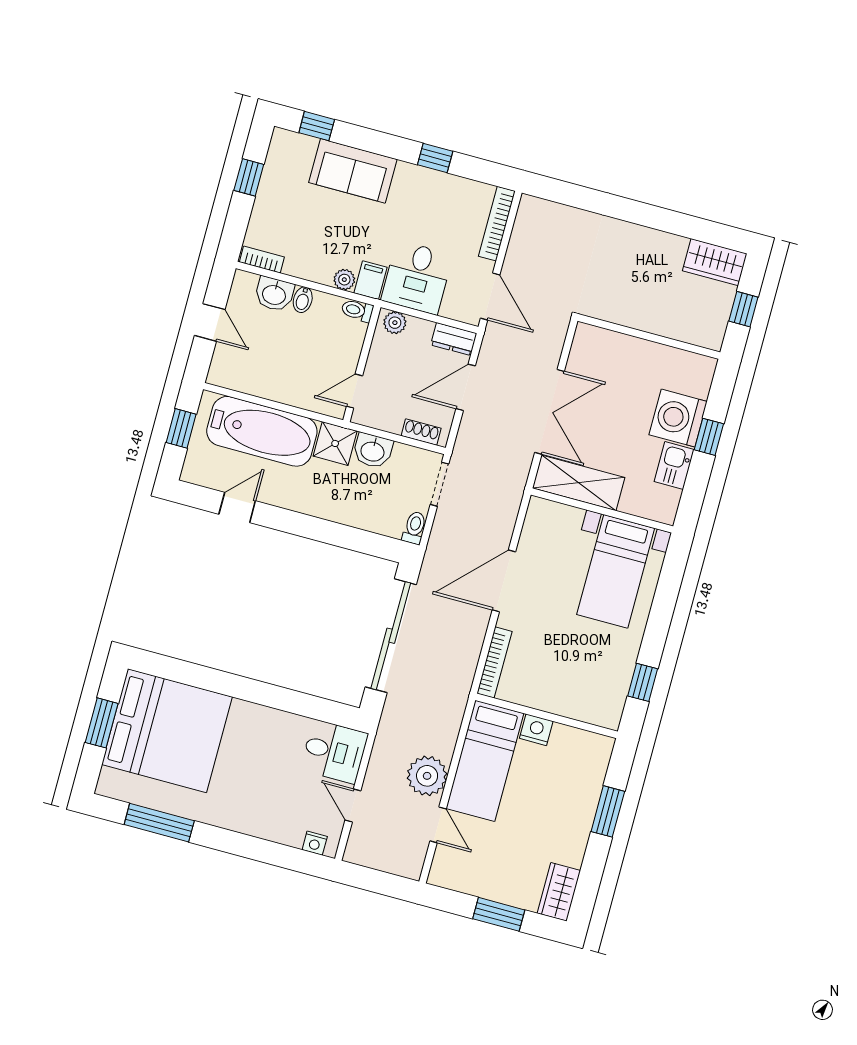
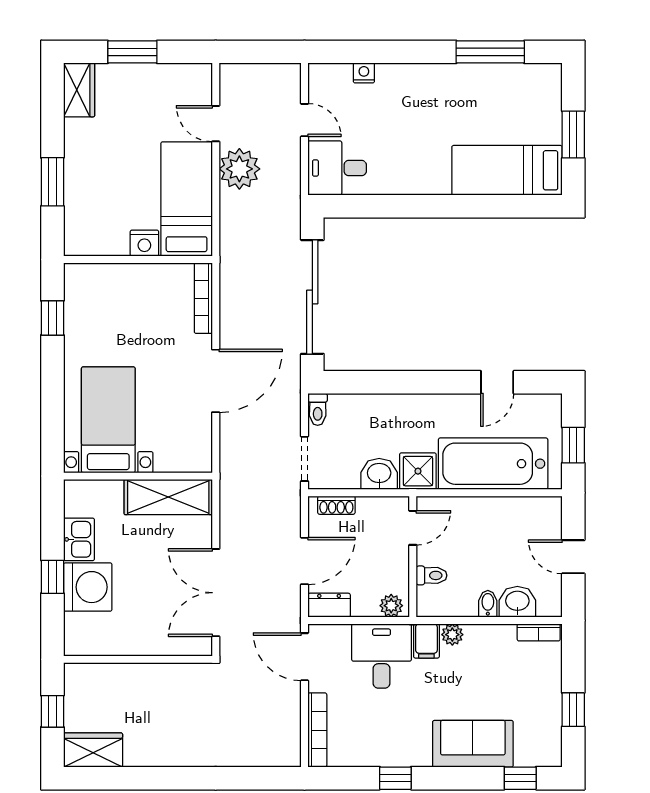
toilet: (357, 310) -> (431, 575), moved
double door: (549, 412) -> (216, 593), moved
bed: (167, 731) -> (507, 170), width x0.49
nightstand: (315, 843) -> (364, 73), moved

